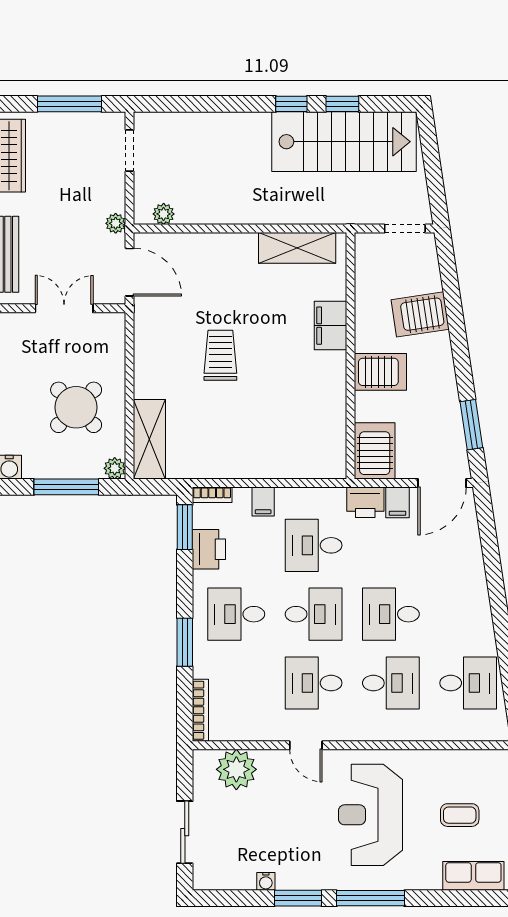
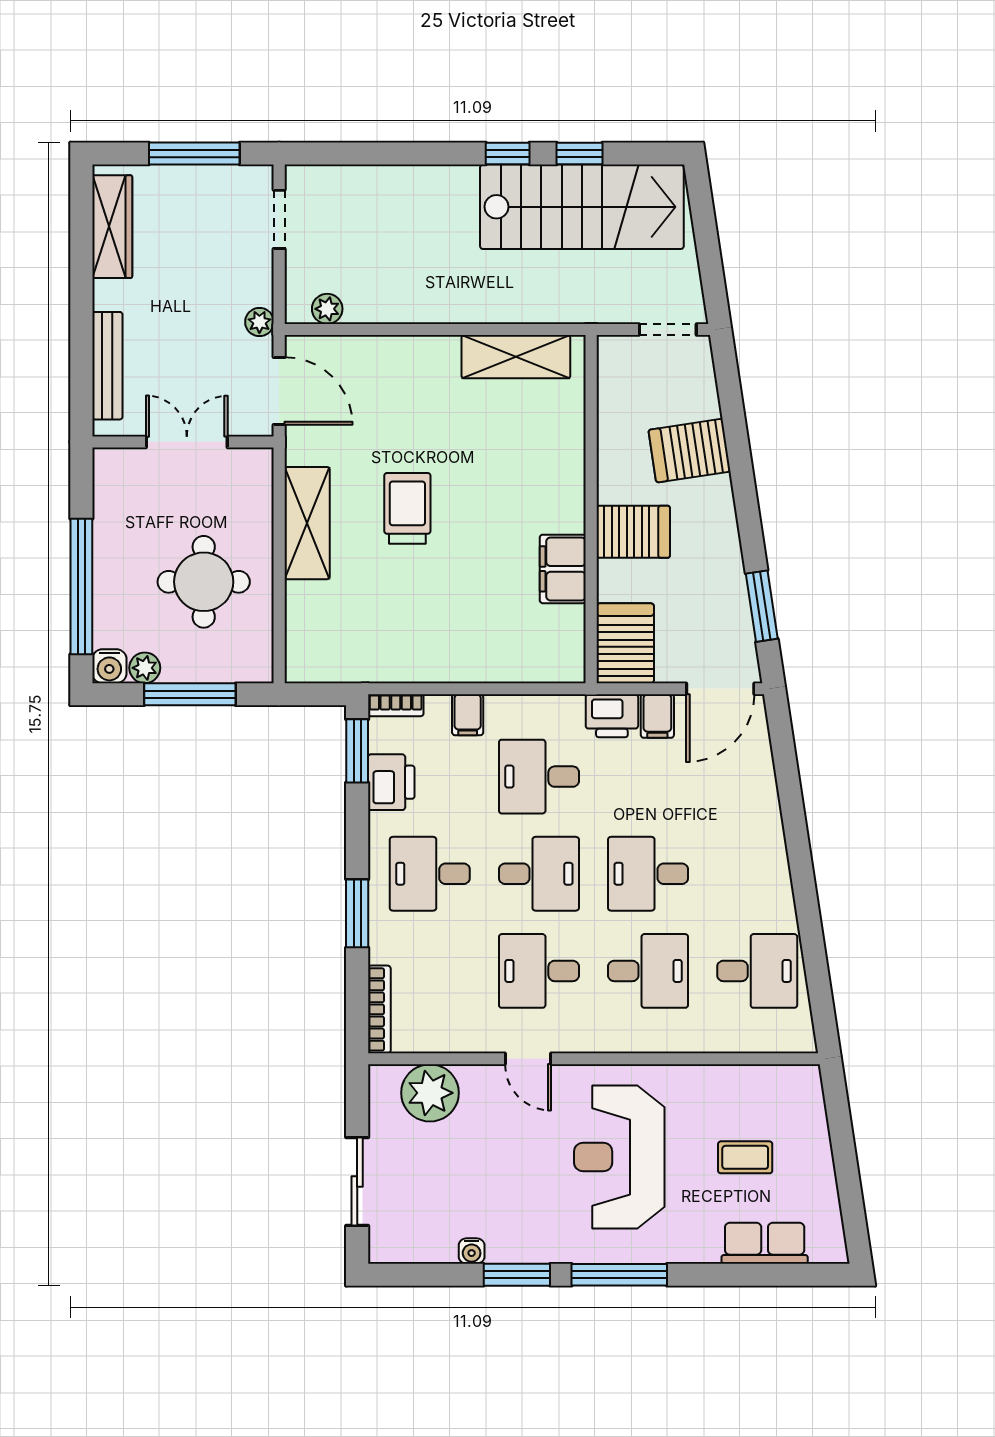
filing cabinet: (330, 326) -> (563, 569), moved
round table: (76, 407) -> (204, 582), turned 45
shelving: (149, 439) -> (307, 523), moved
plant: (115, 468) -> (145, 668), moved

